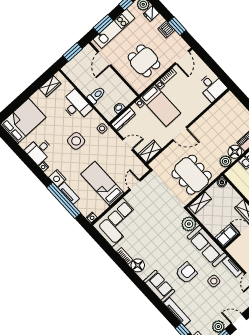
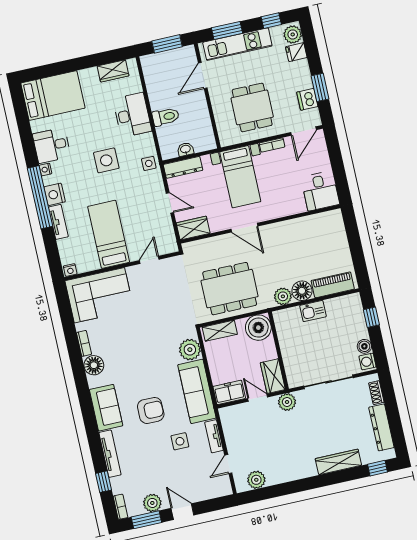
dishwasher: (166, 29) -> (307, 99), moved
dining table: (192, 175) -> (230, 289), turned 90
boiler: (222, 182) -> (258, 328), width x1.86, depth x1.86
window: (64, 200) -> (40, 197), moved

